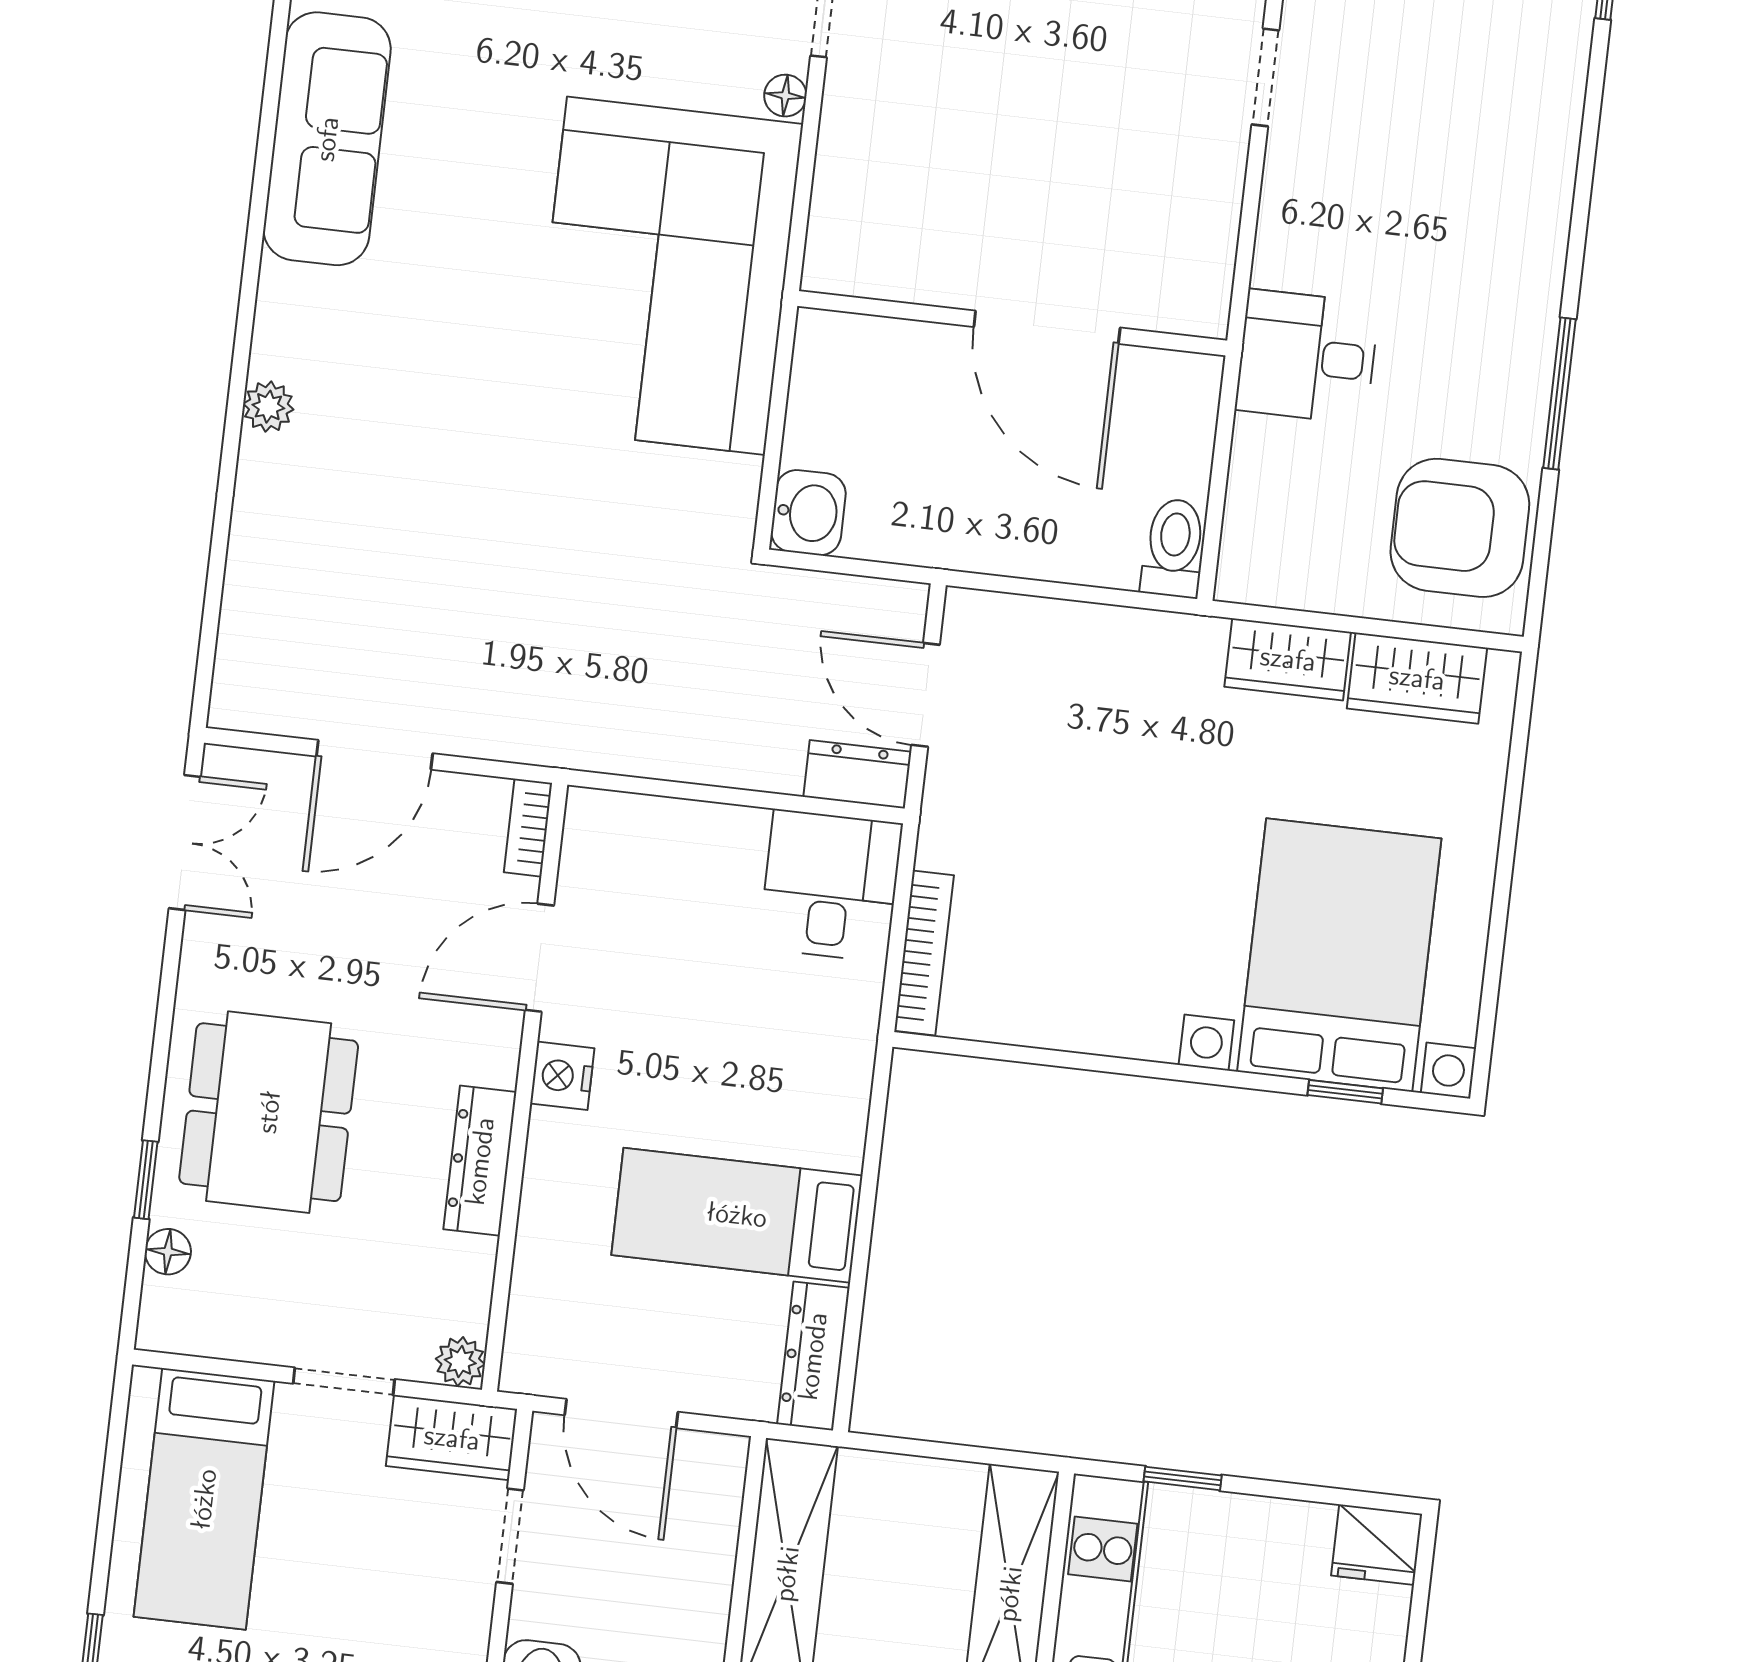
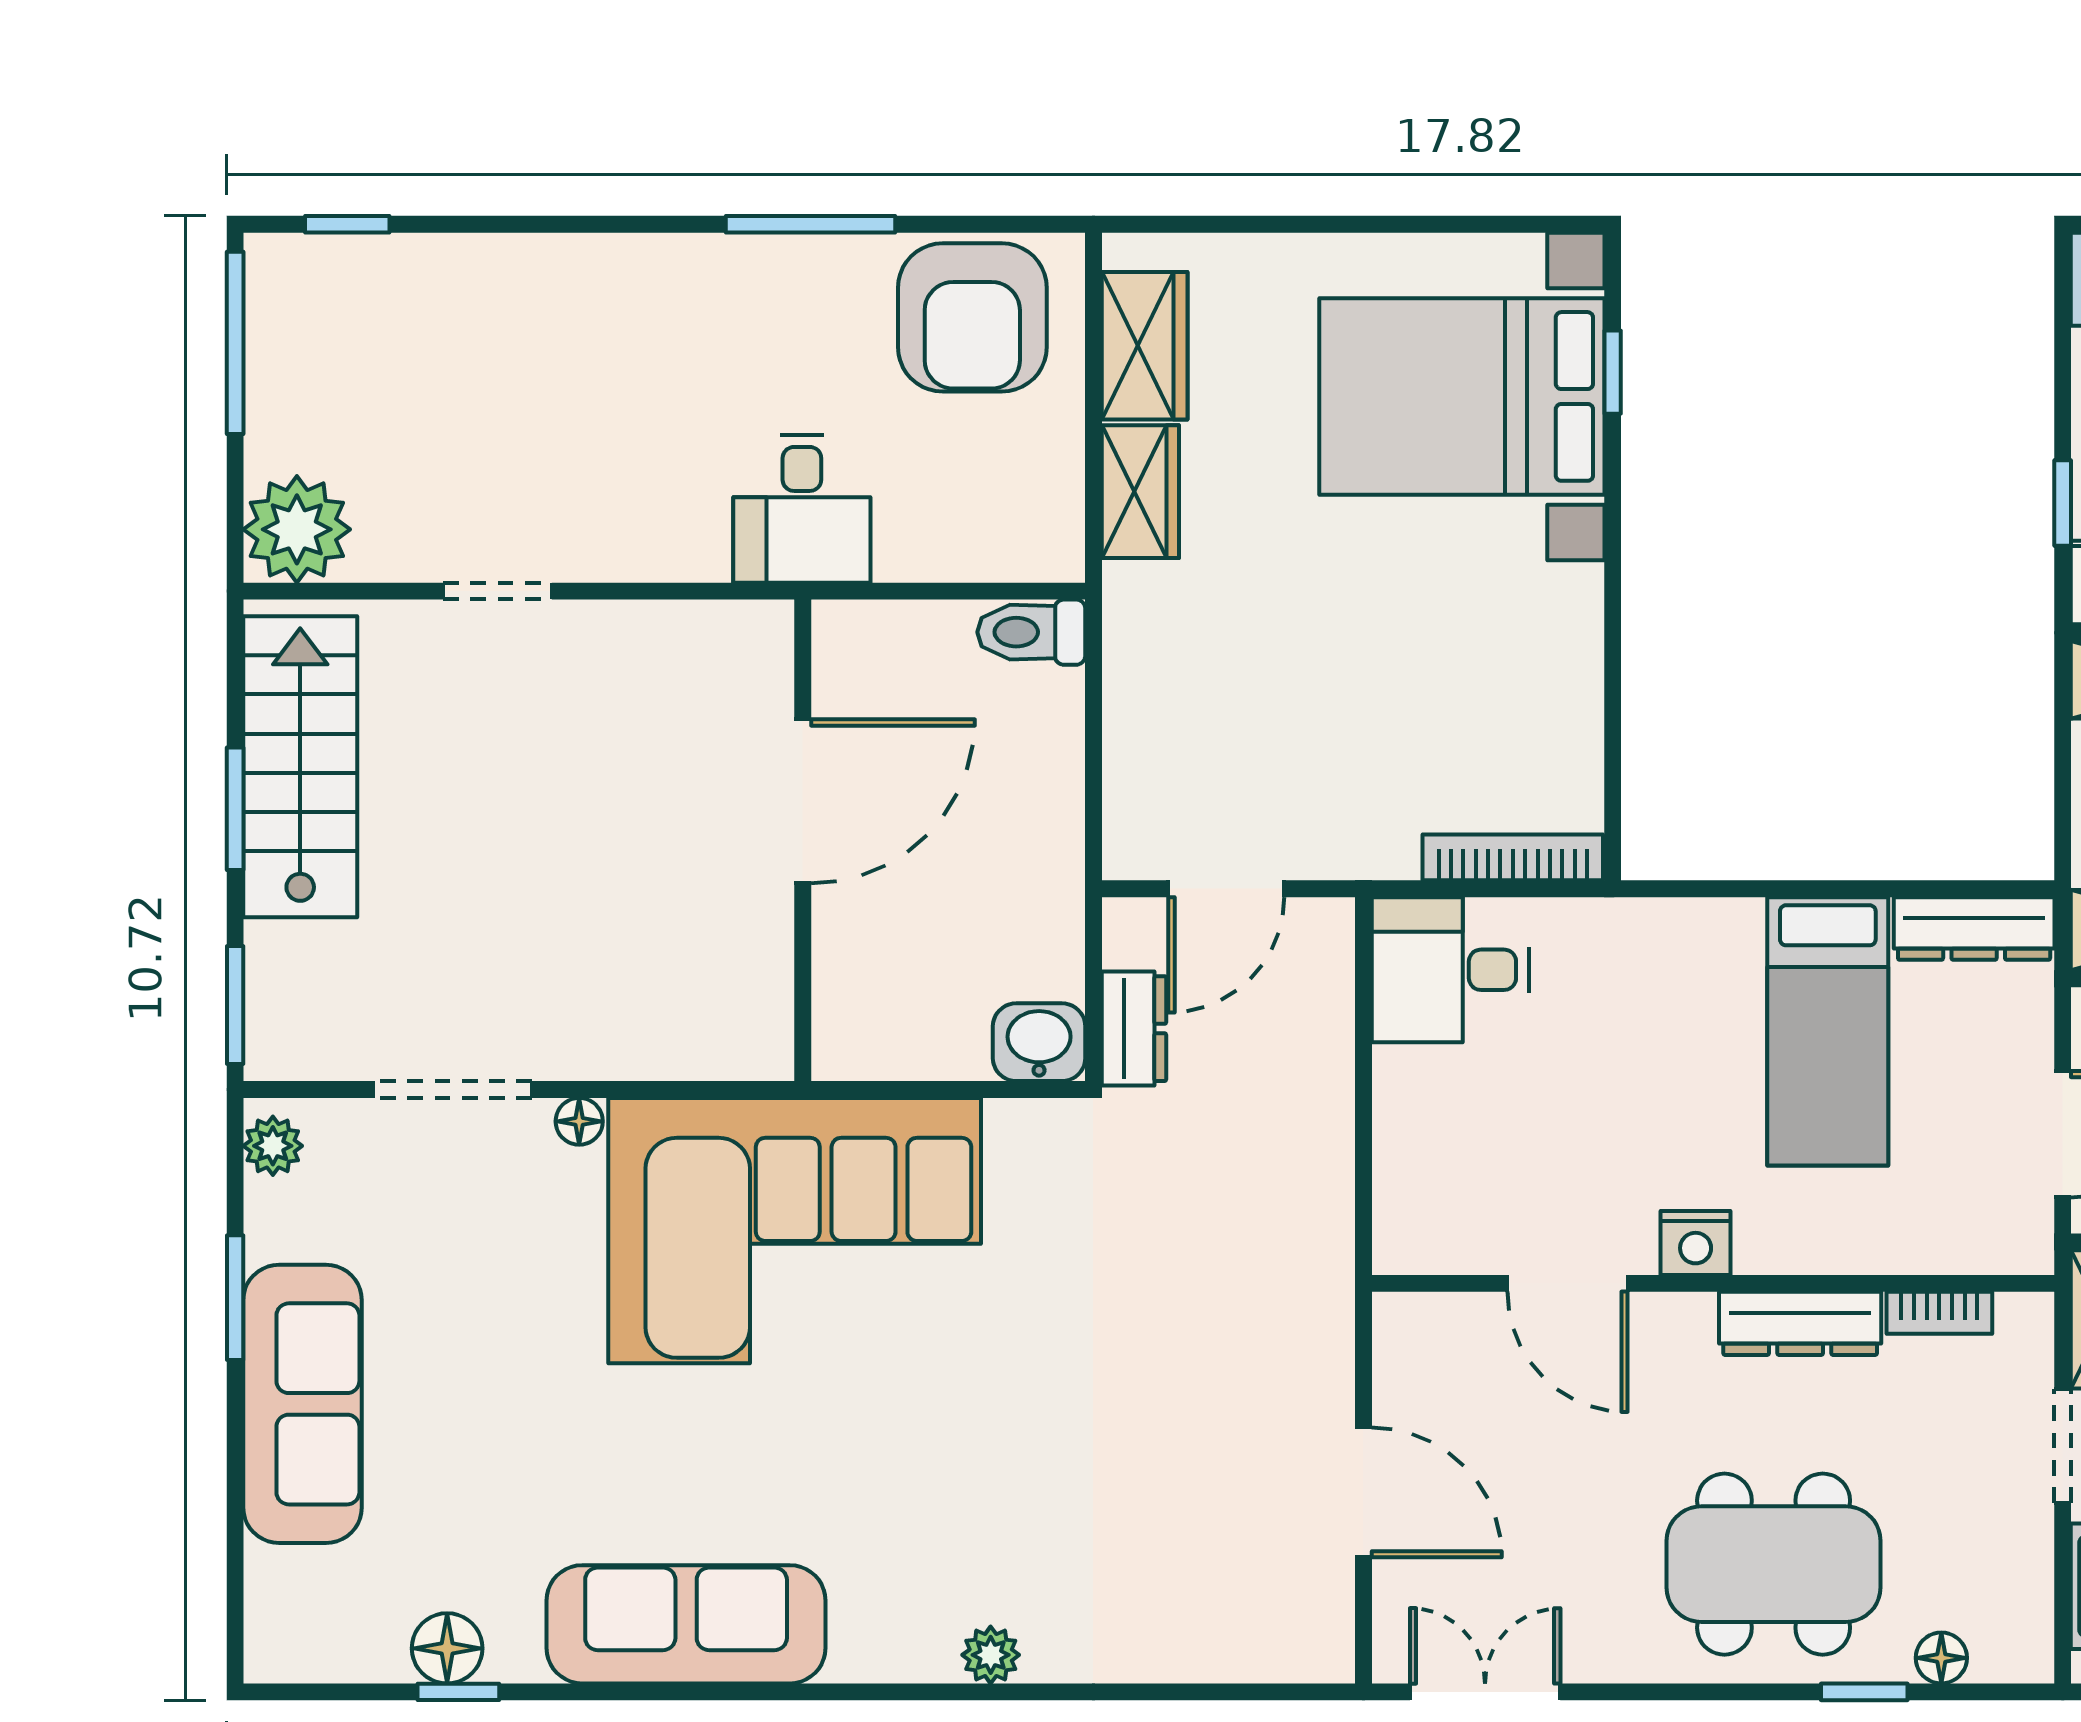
dresser: (857, 774) -> (1134, 1029), moved, turned 180
bookcase: (528, 828) -> (1939, 1313), moved
plant: (460, 1361) -> (2026, 1319), removed

